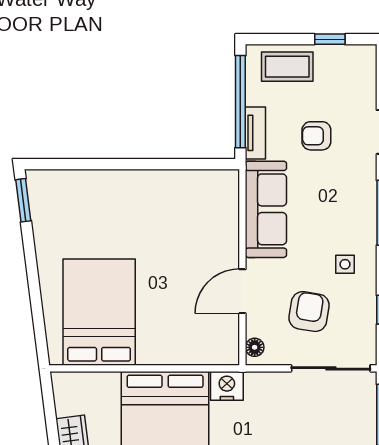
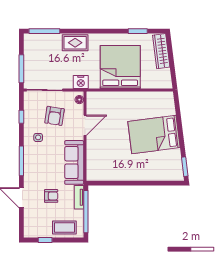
bed: (99, 312) -> (154, 135), moved, turned 83
nightstand: (227, 386) -> (81, 82), moved

